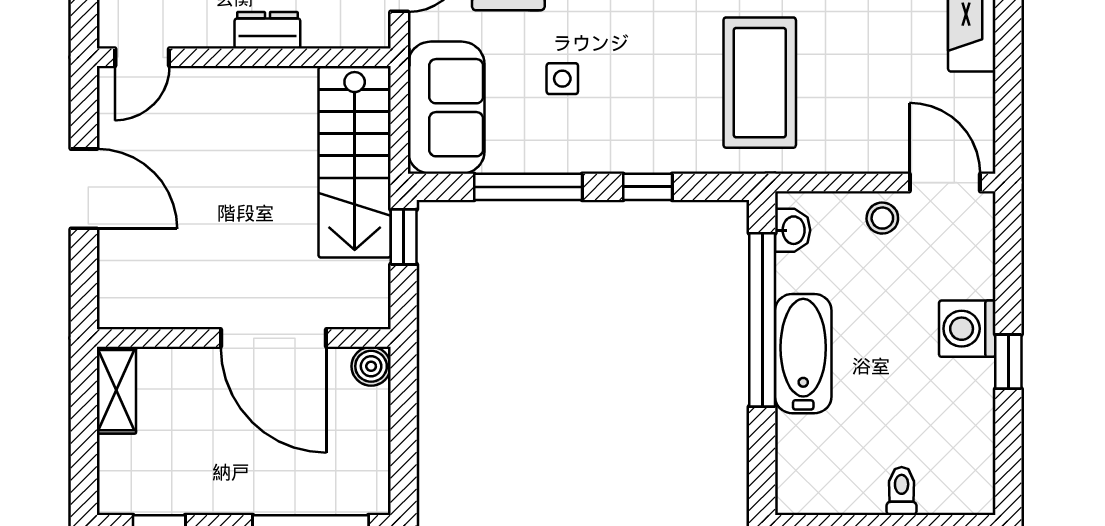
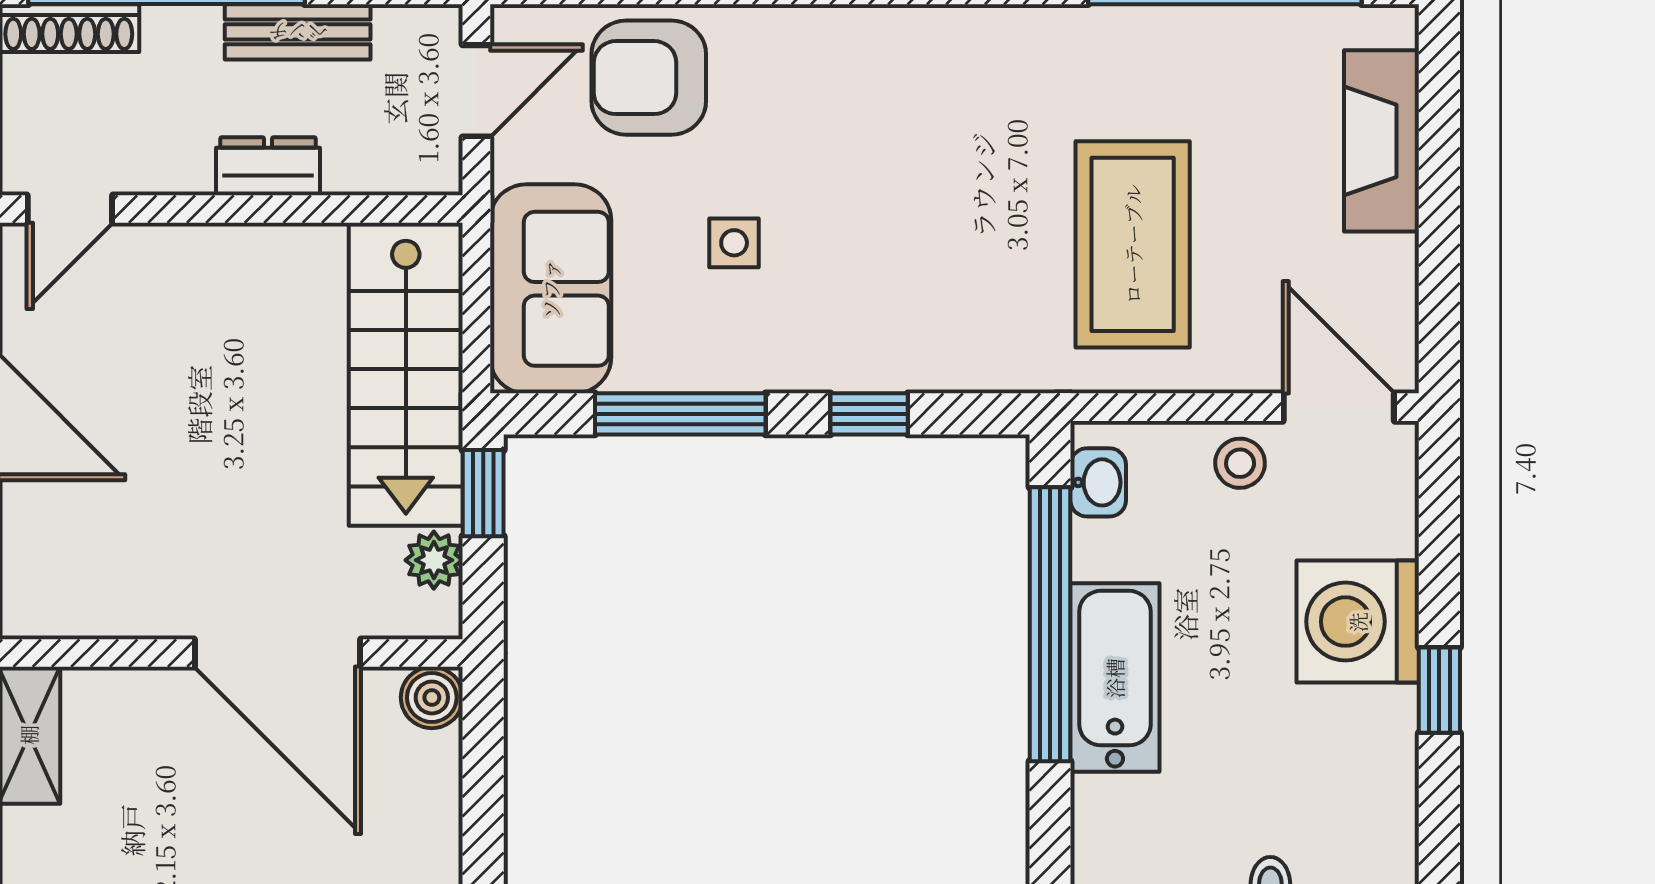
coffee table: (760, 83) -> (1133, 244), moved
plant: (372, 279) -> (434, 560), added
washing machine: (967, 329) -> (1358, 622), width x1.37, depth x1.37

